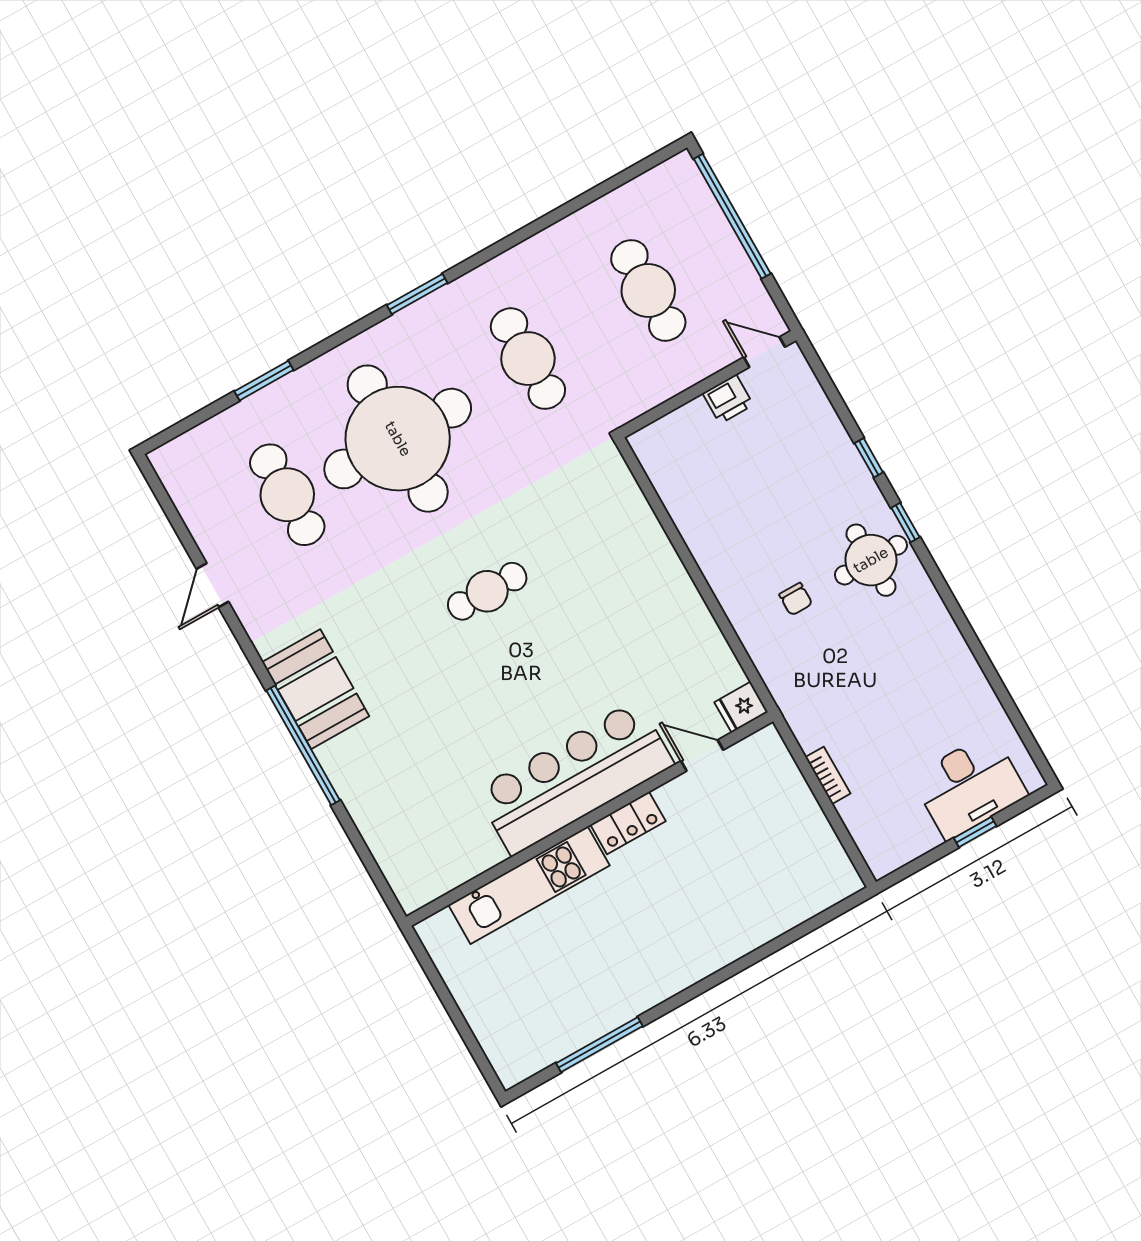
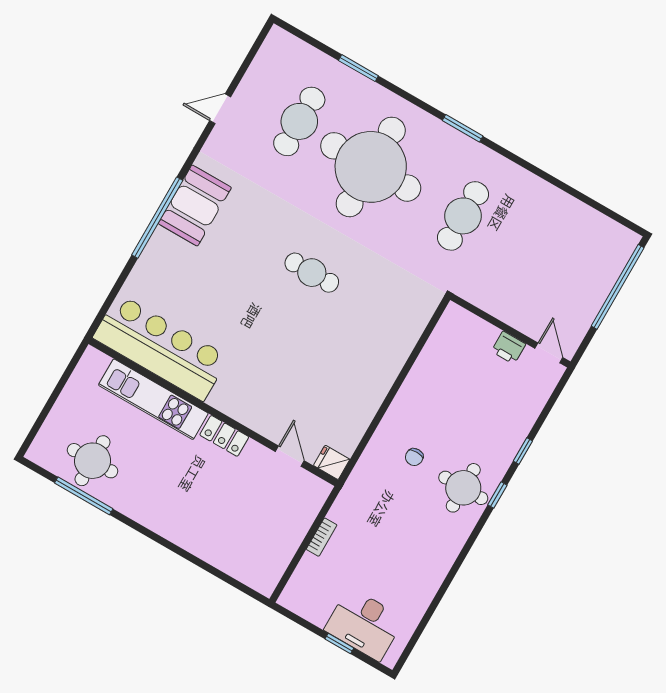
cafe table: (648, 290) -> (545, 263), removed
bar counter: (575, 778) -> (161, 347), moved
round table: (561, 1007) -> (93, 461), added

